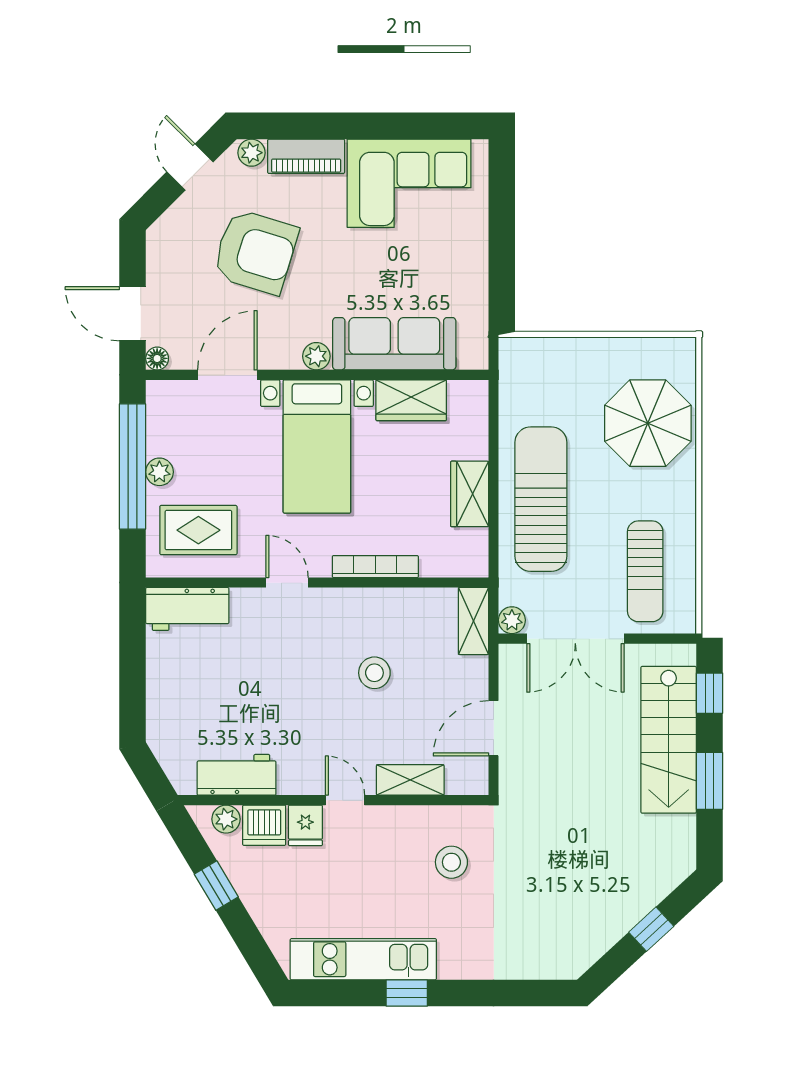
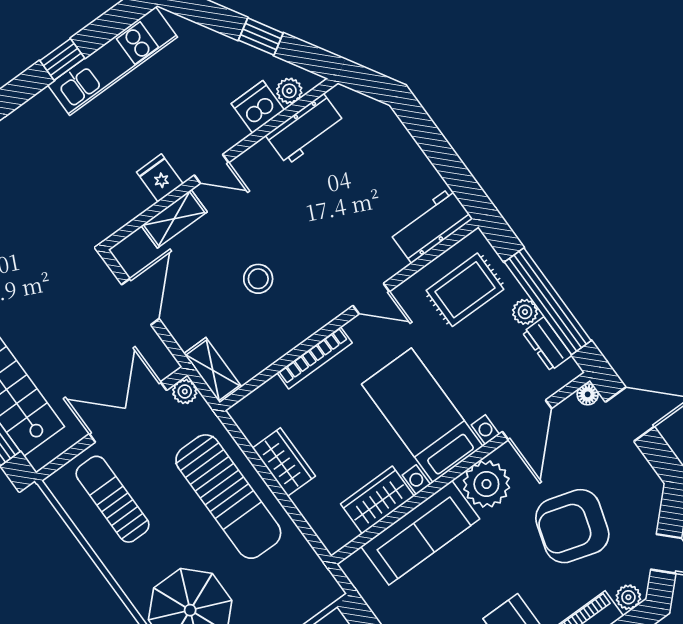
plant: (316, 356) -> (486, 484), width x1.88, depth x1.88
dresser: (160, 429) -> (547, 344), added
fridge: (305, 825) -> (160, 178), moved
stool: (451, 862) -> (99, 180), removed

